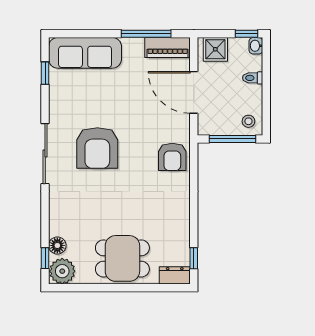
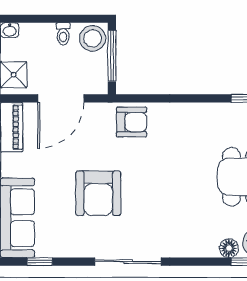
toilet: (253, 78) -> (63, 34), moved
stool: (248, 121) -> (93, 38), width x1.89, depth x1.89
armchair: (97, 148) -> (98, 193), moved, turned 90

